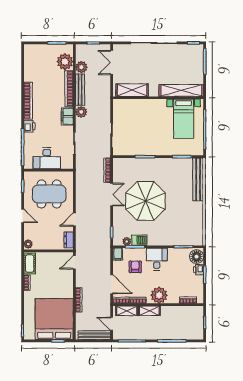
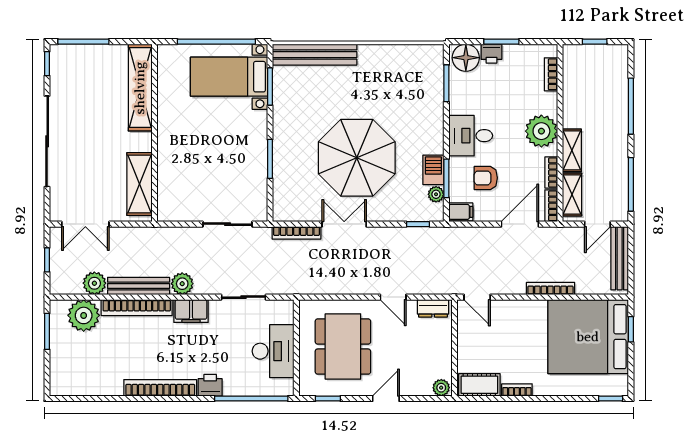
bed with nightstands: (184, 119) -> (229, 77), moved, turned 180

